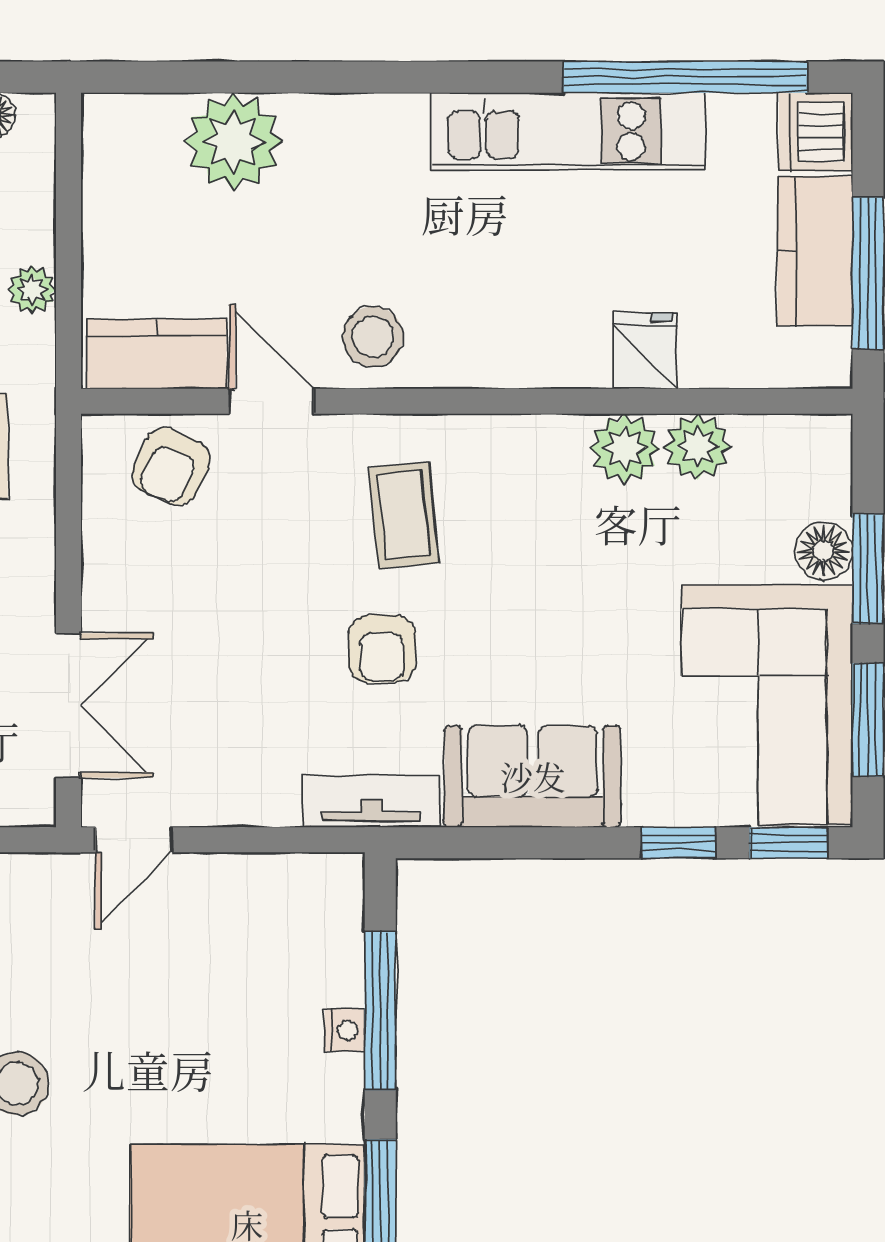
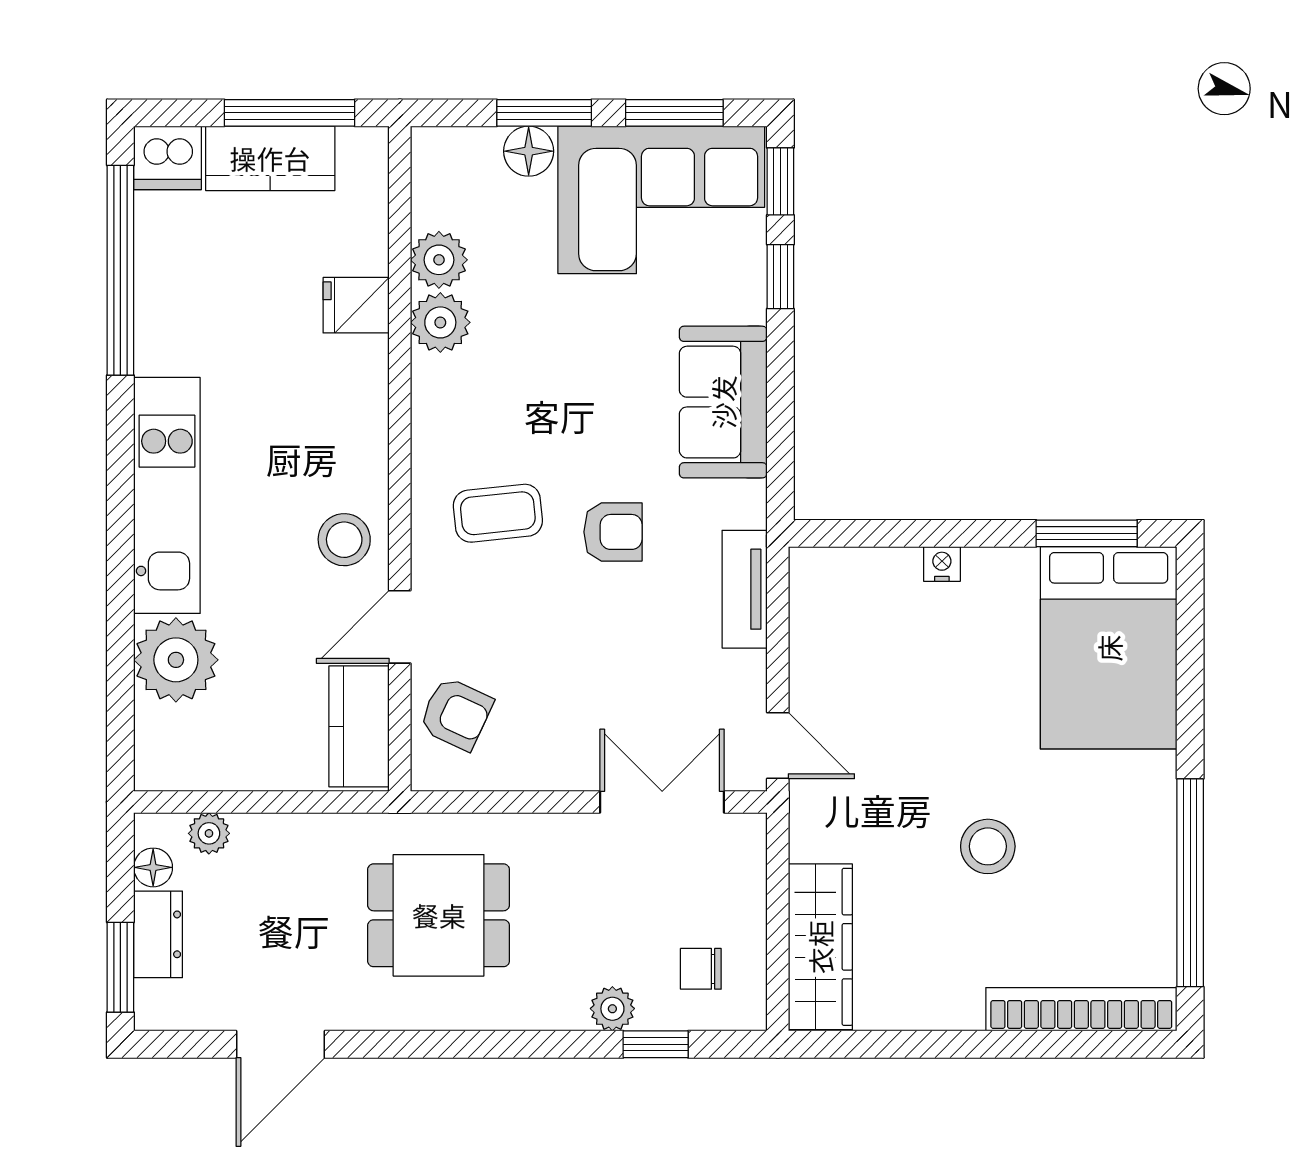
kitchen unit: (568, 131) -> (167, 495), moved
plant: (32, 290) -> (209, 833), moved
tv unit: (371, 801) -> (745, 589), moved
window: (380, 1011) -> (926, 533), removed

